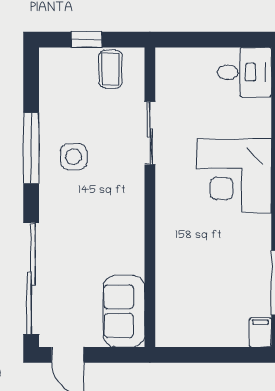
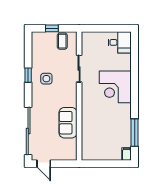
window: (31, 148) -> (28, 75), width x0.46
sofa: (124, 311) -> (68, 123), moved

